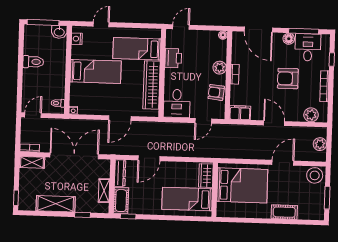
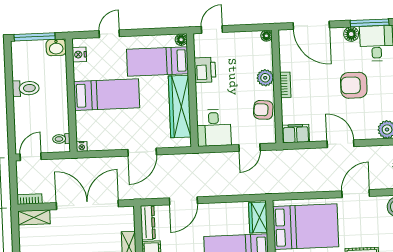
floor lamp: (157, 33) -> (181, 40), added

